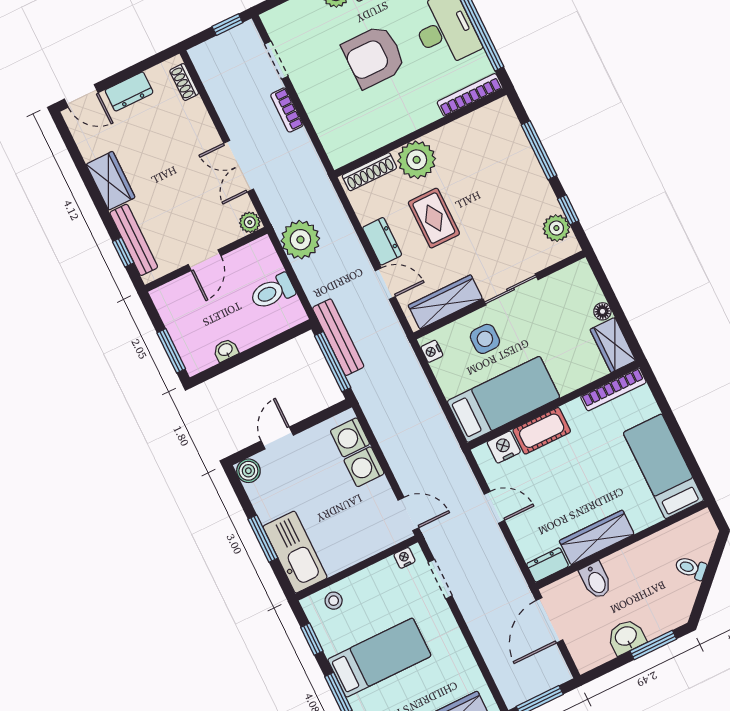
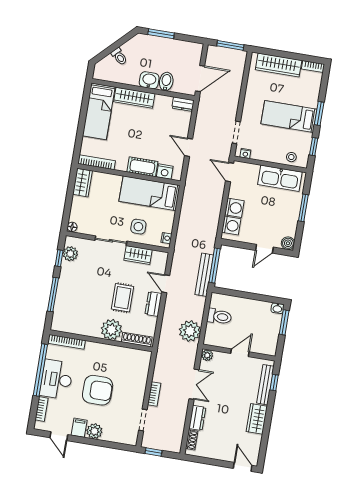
dresser: (129, 91) -> (197, 418), moved, turned 90
wardrobe: (445, 302) -> (138, 255), width x0.67
floor lamp: (602, 311) -> (72, 227), moved
washbasin: (226, 350) -> (277, 308), moved
wardrobe: (597, 537) -> (134, 98), moved
kitchen sink: (295, 552) -> (280, 178), moved, turned -90
washbasin: (626, 637) -> (149, 80), moved, turned 180

